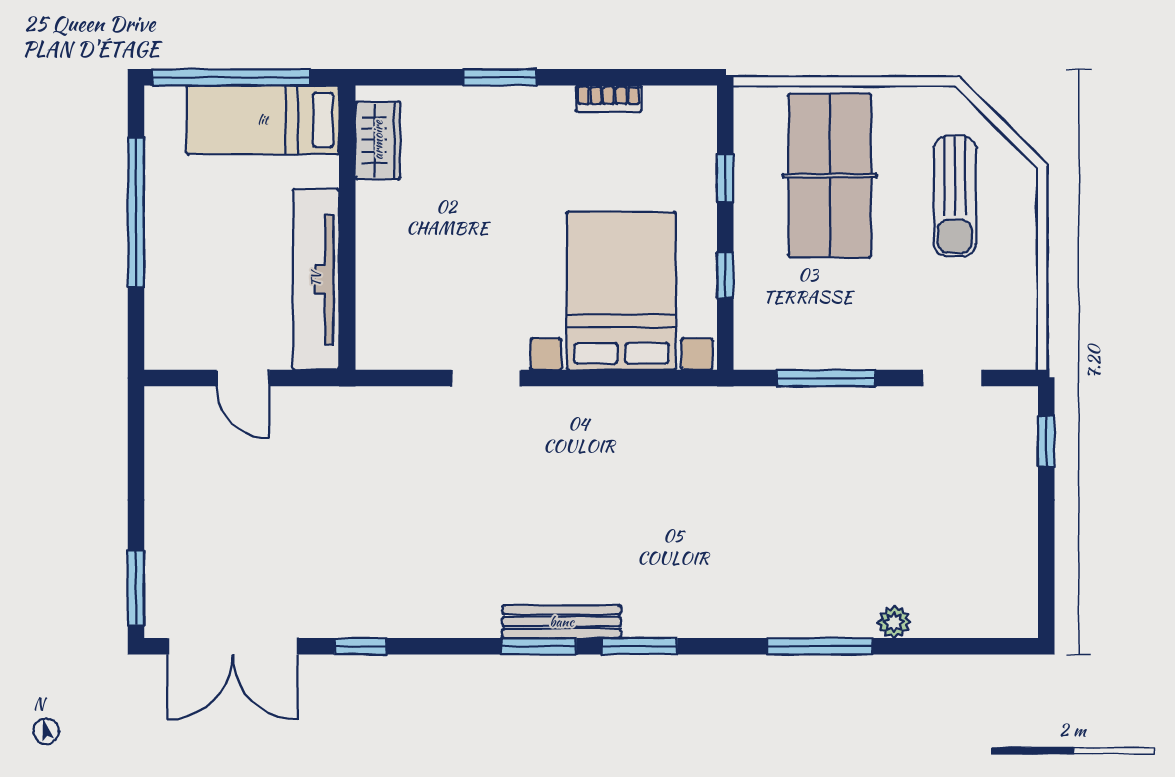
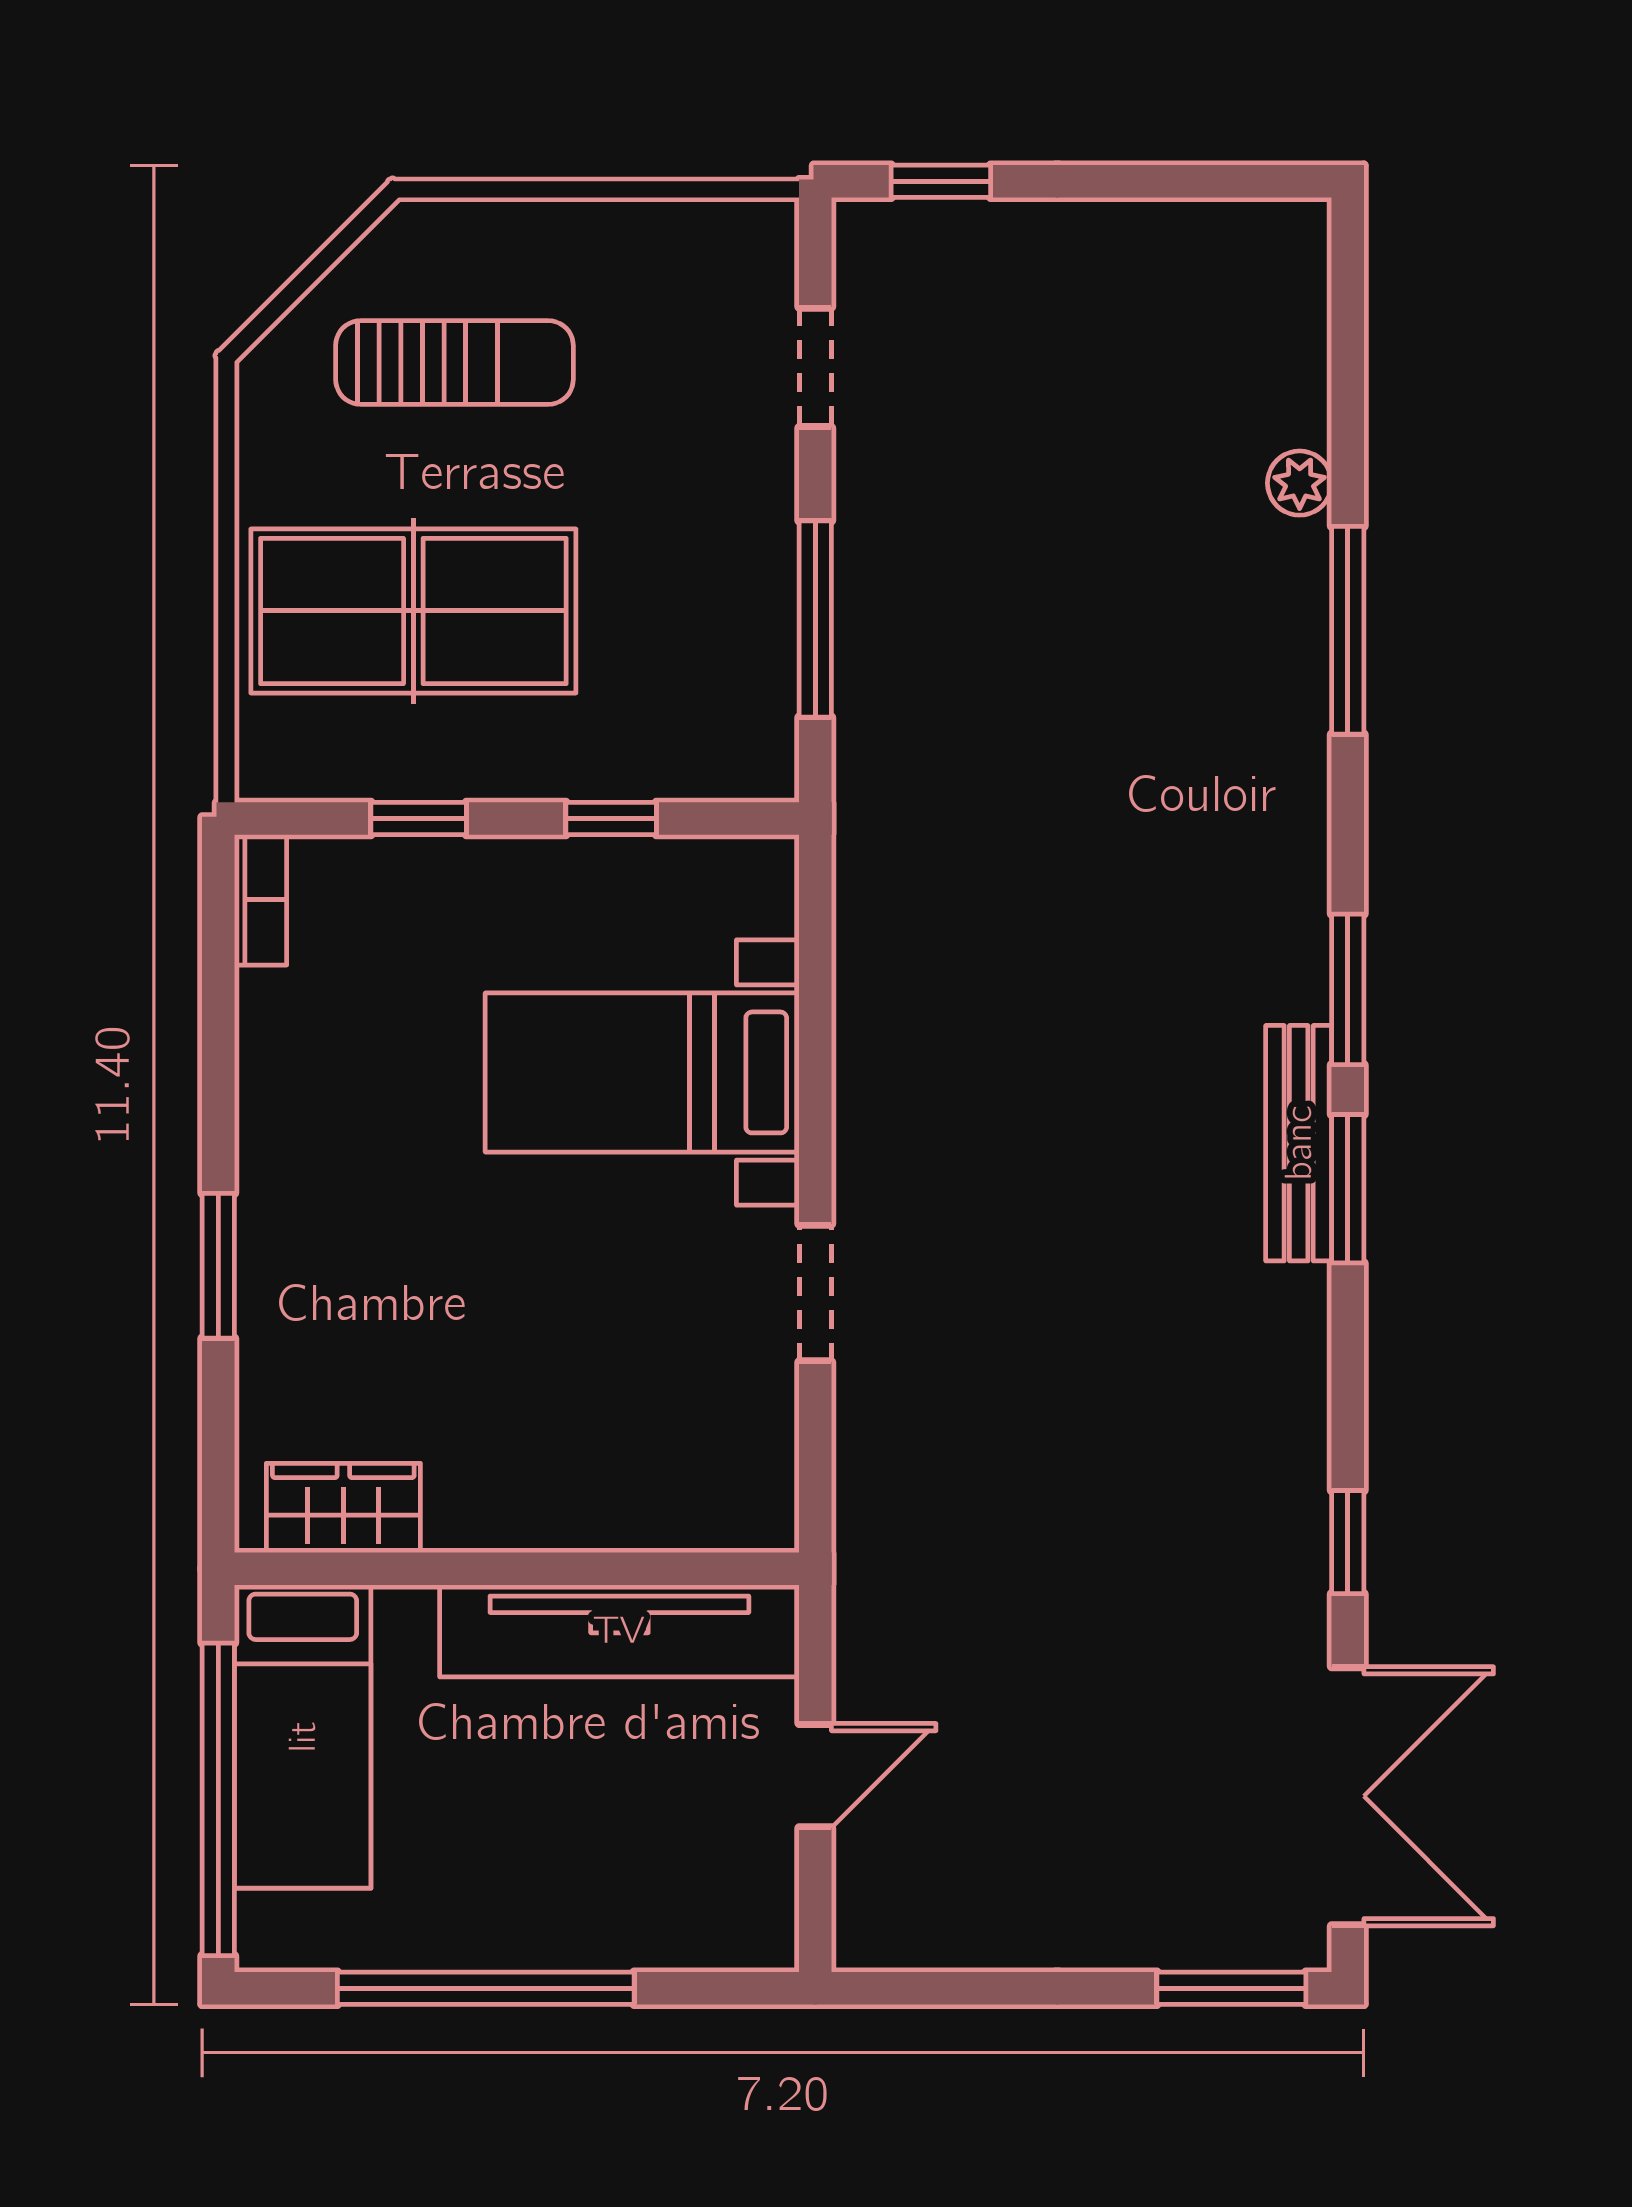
bookcase: (609, 99) -> (261, 900), moved
bed with nightstands: (621, 291) -> (642, 1072), width x0.73

